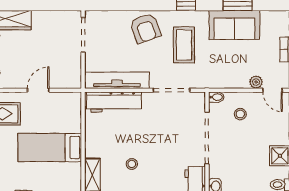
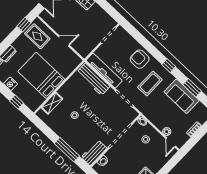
armchair: (145, 28) -> (140, 59), turned 110
bed: (50, 148) -> (41, 75), width x1.50

